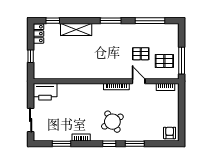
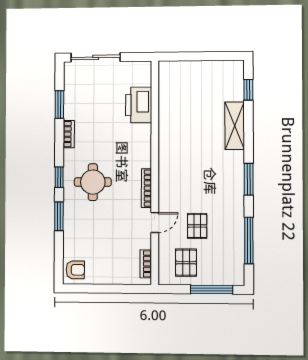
locker: (39, 34) -> (228, 68), removed
window: (31, 56) -> (193, 56), removed
window: (182, 61) -> (212, 290), moved
printer: (45, 92) -> (139, 105), moved
sliding door: (31, 120) -> (96, 57), width x1.37
round table: (112, 122) -> (93, 182), turned 31

